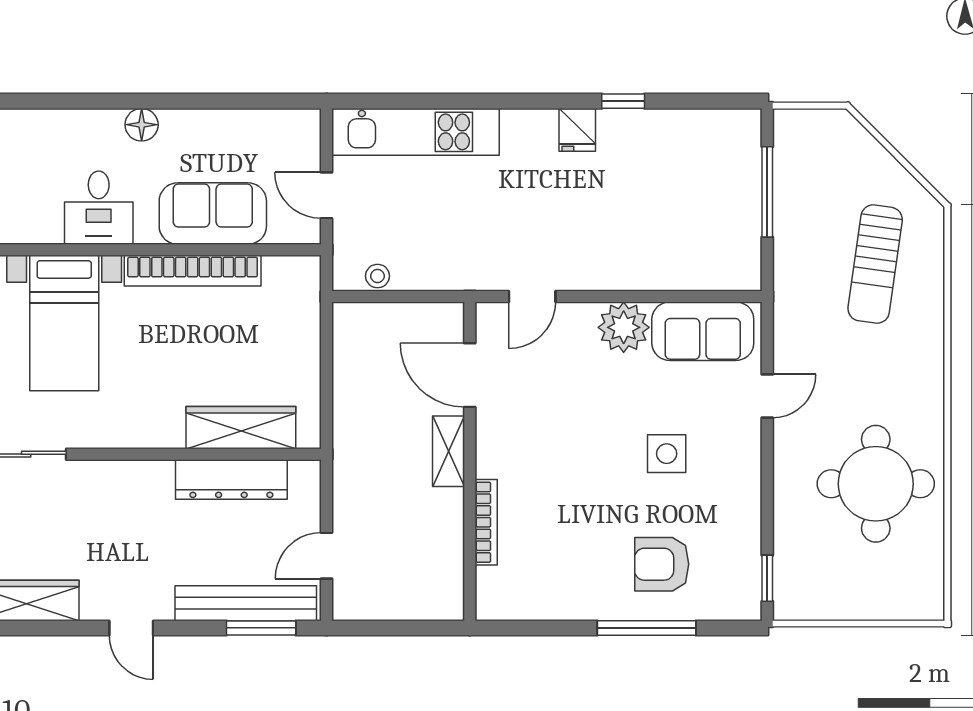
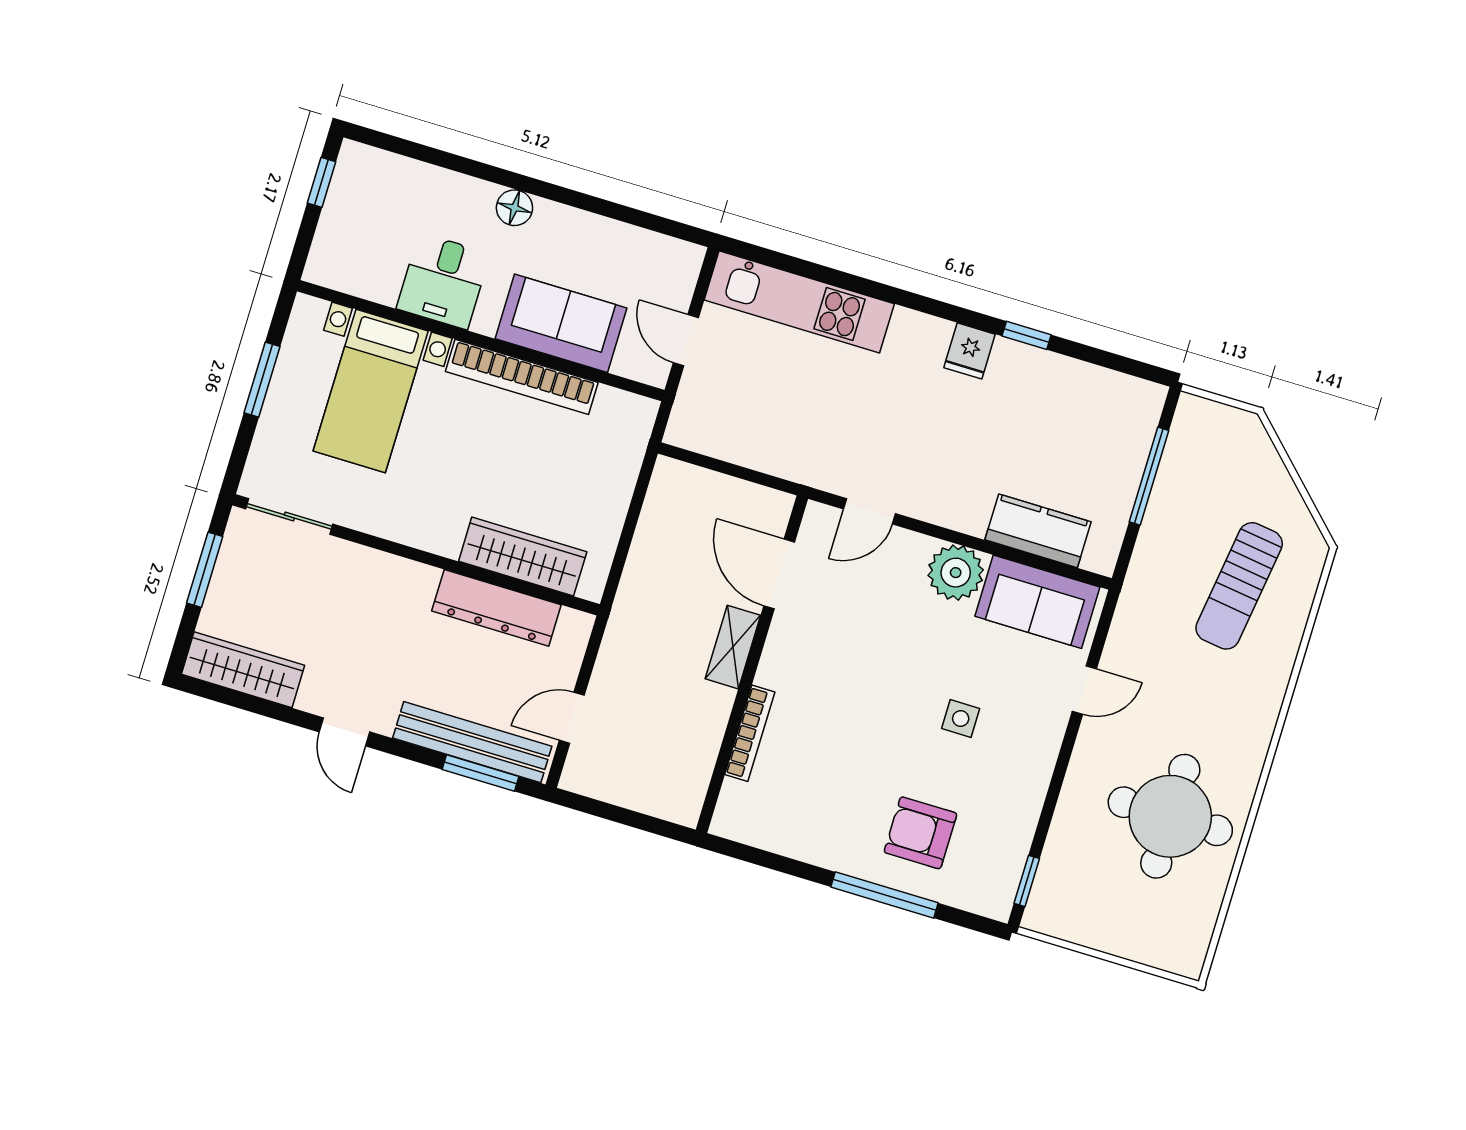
kitchen counter: (685, 269) -> (1038, 531), added
stool: (377, 276) -> (714, 441), removed
side table: (667, 454) -> (961, 719), width x0.73, depth x0.73

